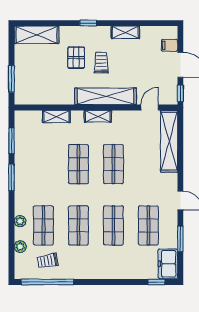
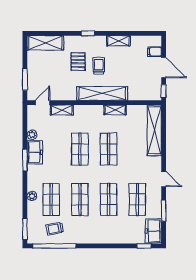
door: (150, 108) -> (43, 103), moved
shelving: (98, 116) -> (115, 110), moved
window: (11, 141) -> (25, 229), moved
freezer: (24, 168) -> (35, 152), added
plant: (20, 247) -> (32, 135), moved

